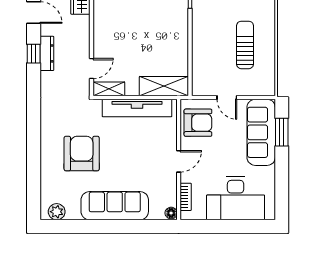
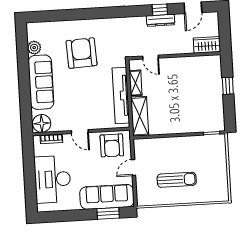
shelving: (109, 89) -> (136, 83), moved
armchair: (82, 154) -> (82, 53), turned -93
plant: (57, 212) -> (34, 48), moved
floor lamp: (171, 213) -> (42, 123), width x1.89, depth x1.89

